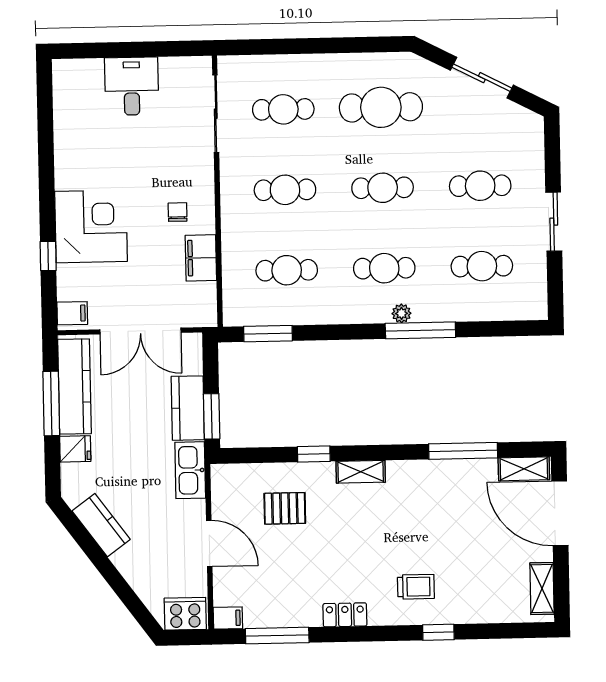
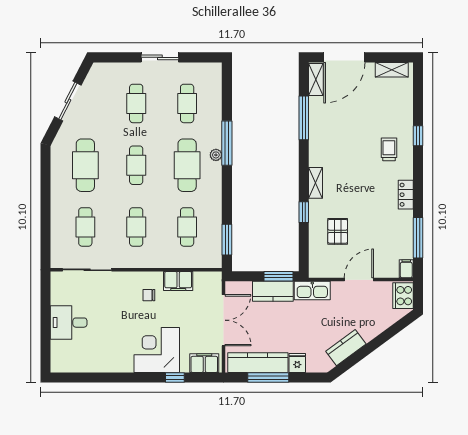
cafe table: (384, 268) -> (187, 165), width x1.37, depth x1.35
filing cabinet: (72, 313) -> (204, 363), width x2.00

